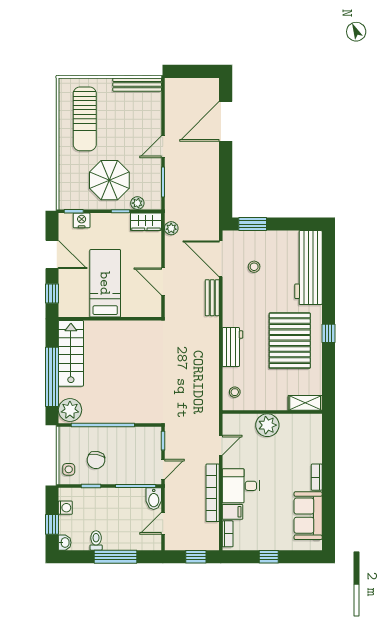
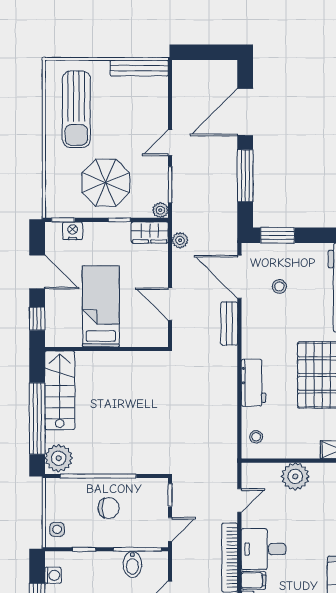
window: (226, 174) -> (245, 176), added
plant: (137, 203) -> (160, 210), moved
chair: (96, 460) -> (109, 508), moved, turned -101
bidet: (154, 499) -> (132, 564), moved

